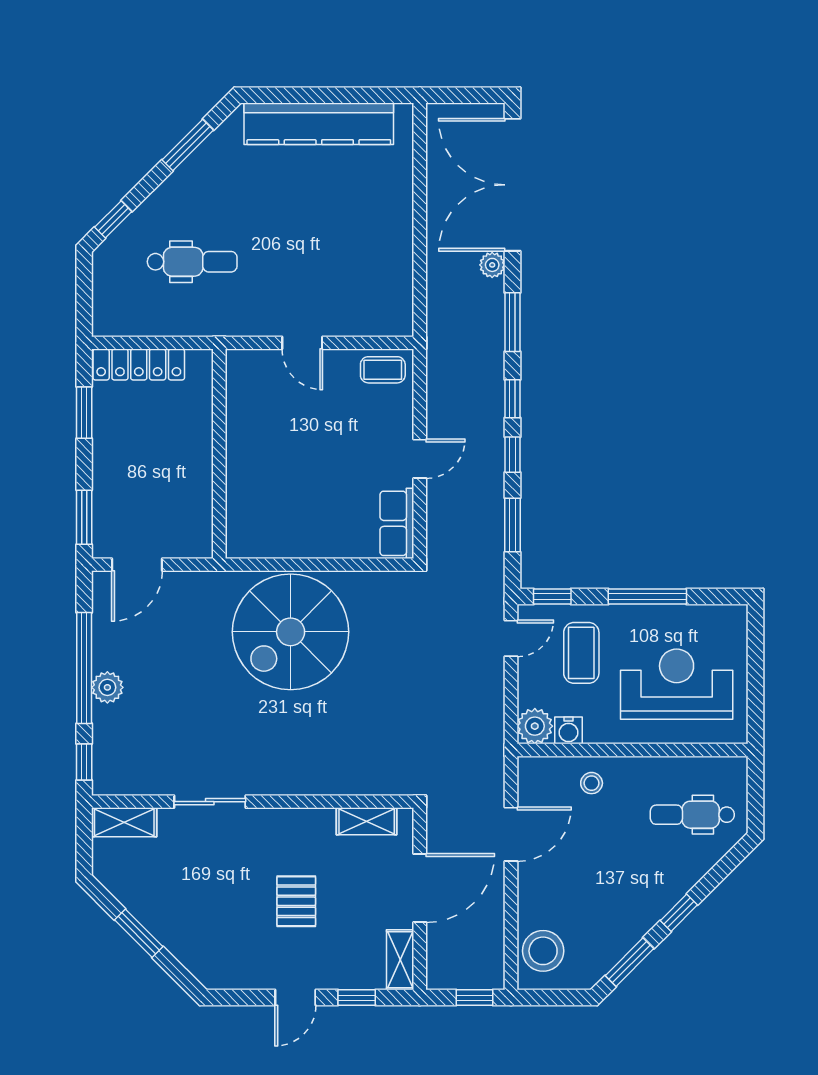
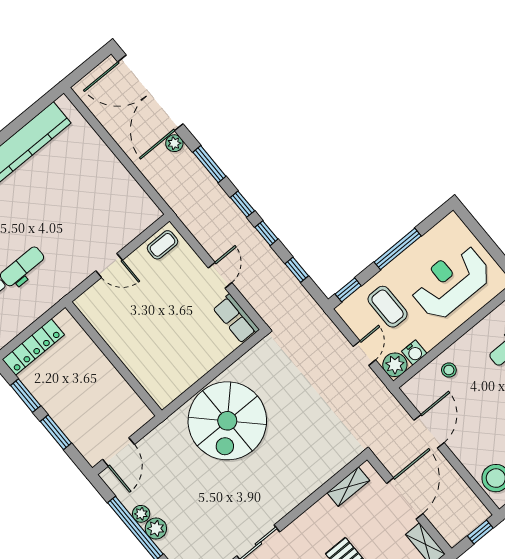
window: (84, 517) -> (56, 432), moved
window: (512, 525) -> (297, 270), width x0.67
door: (511, 638) -> (364, 353), moved
plant: (104, 657) -> (141, 514), added

